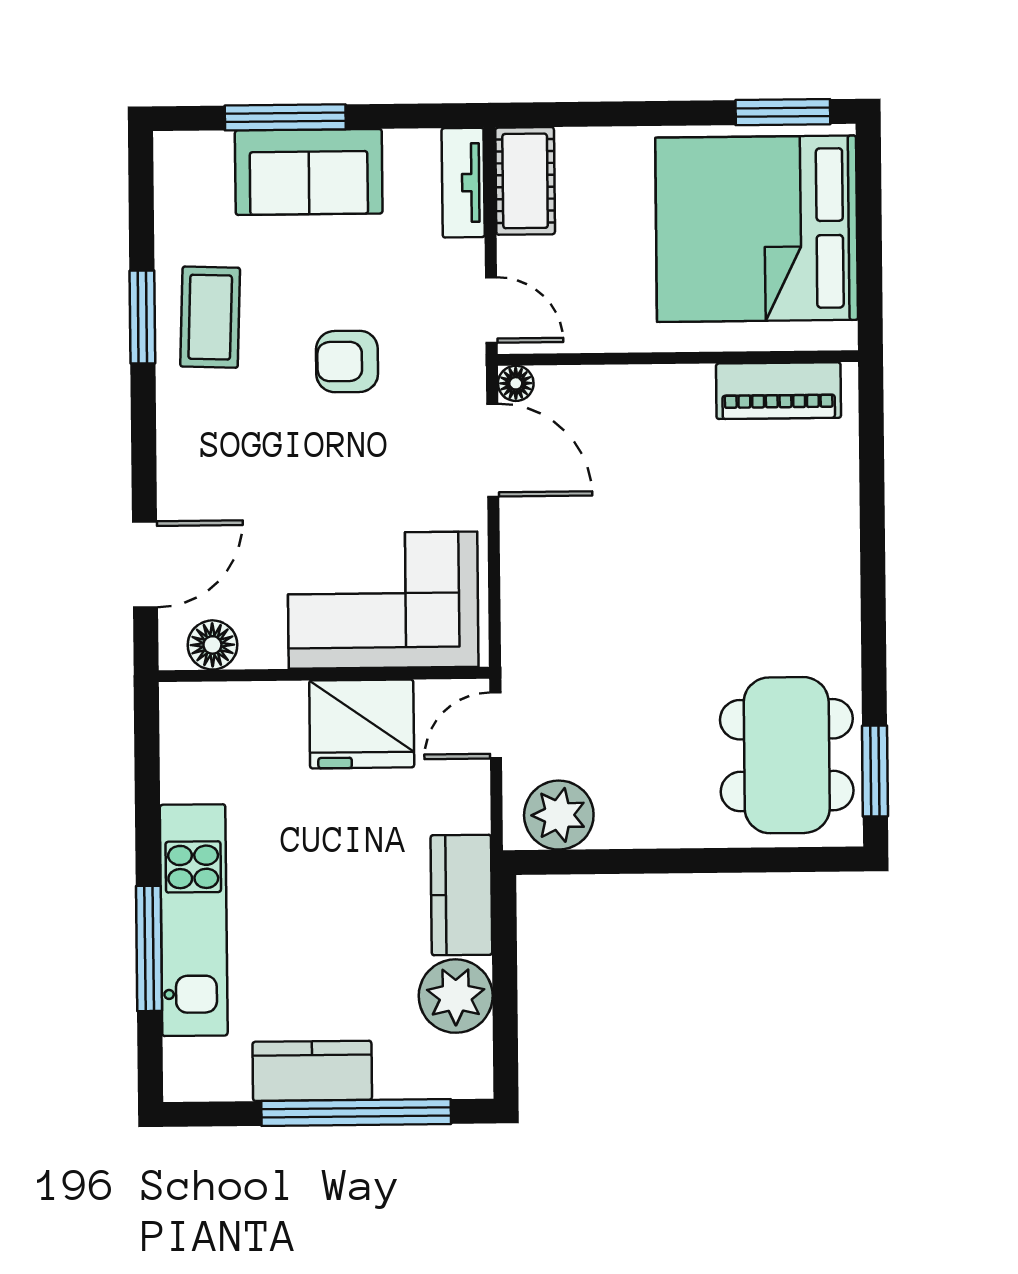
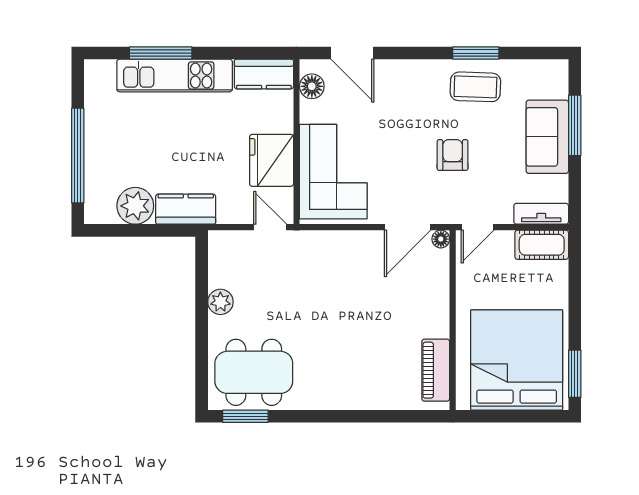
plant: (559, 815) -> (220, 302), moved, width x0.73, depth x0.73
kitchen counter: (312, 1071) -> (264, 74), moved, turned 90

